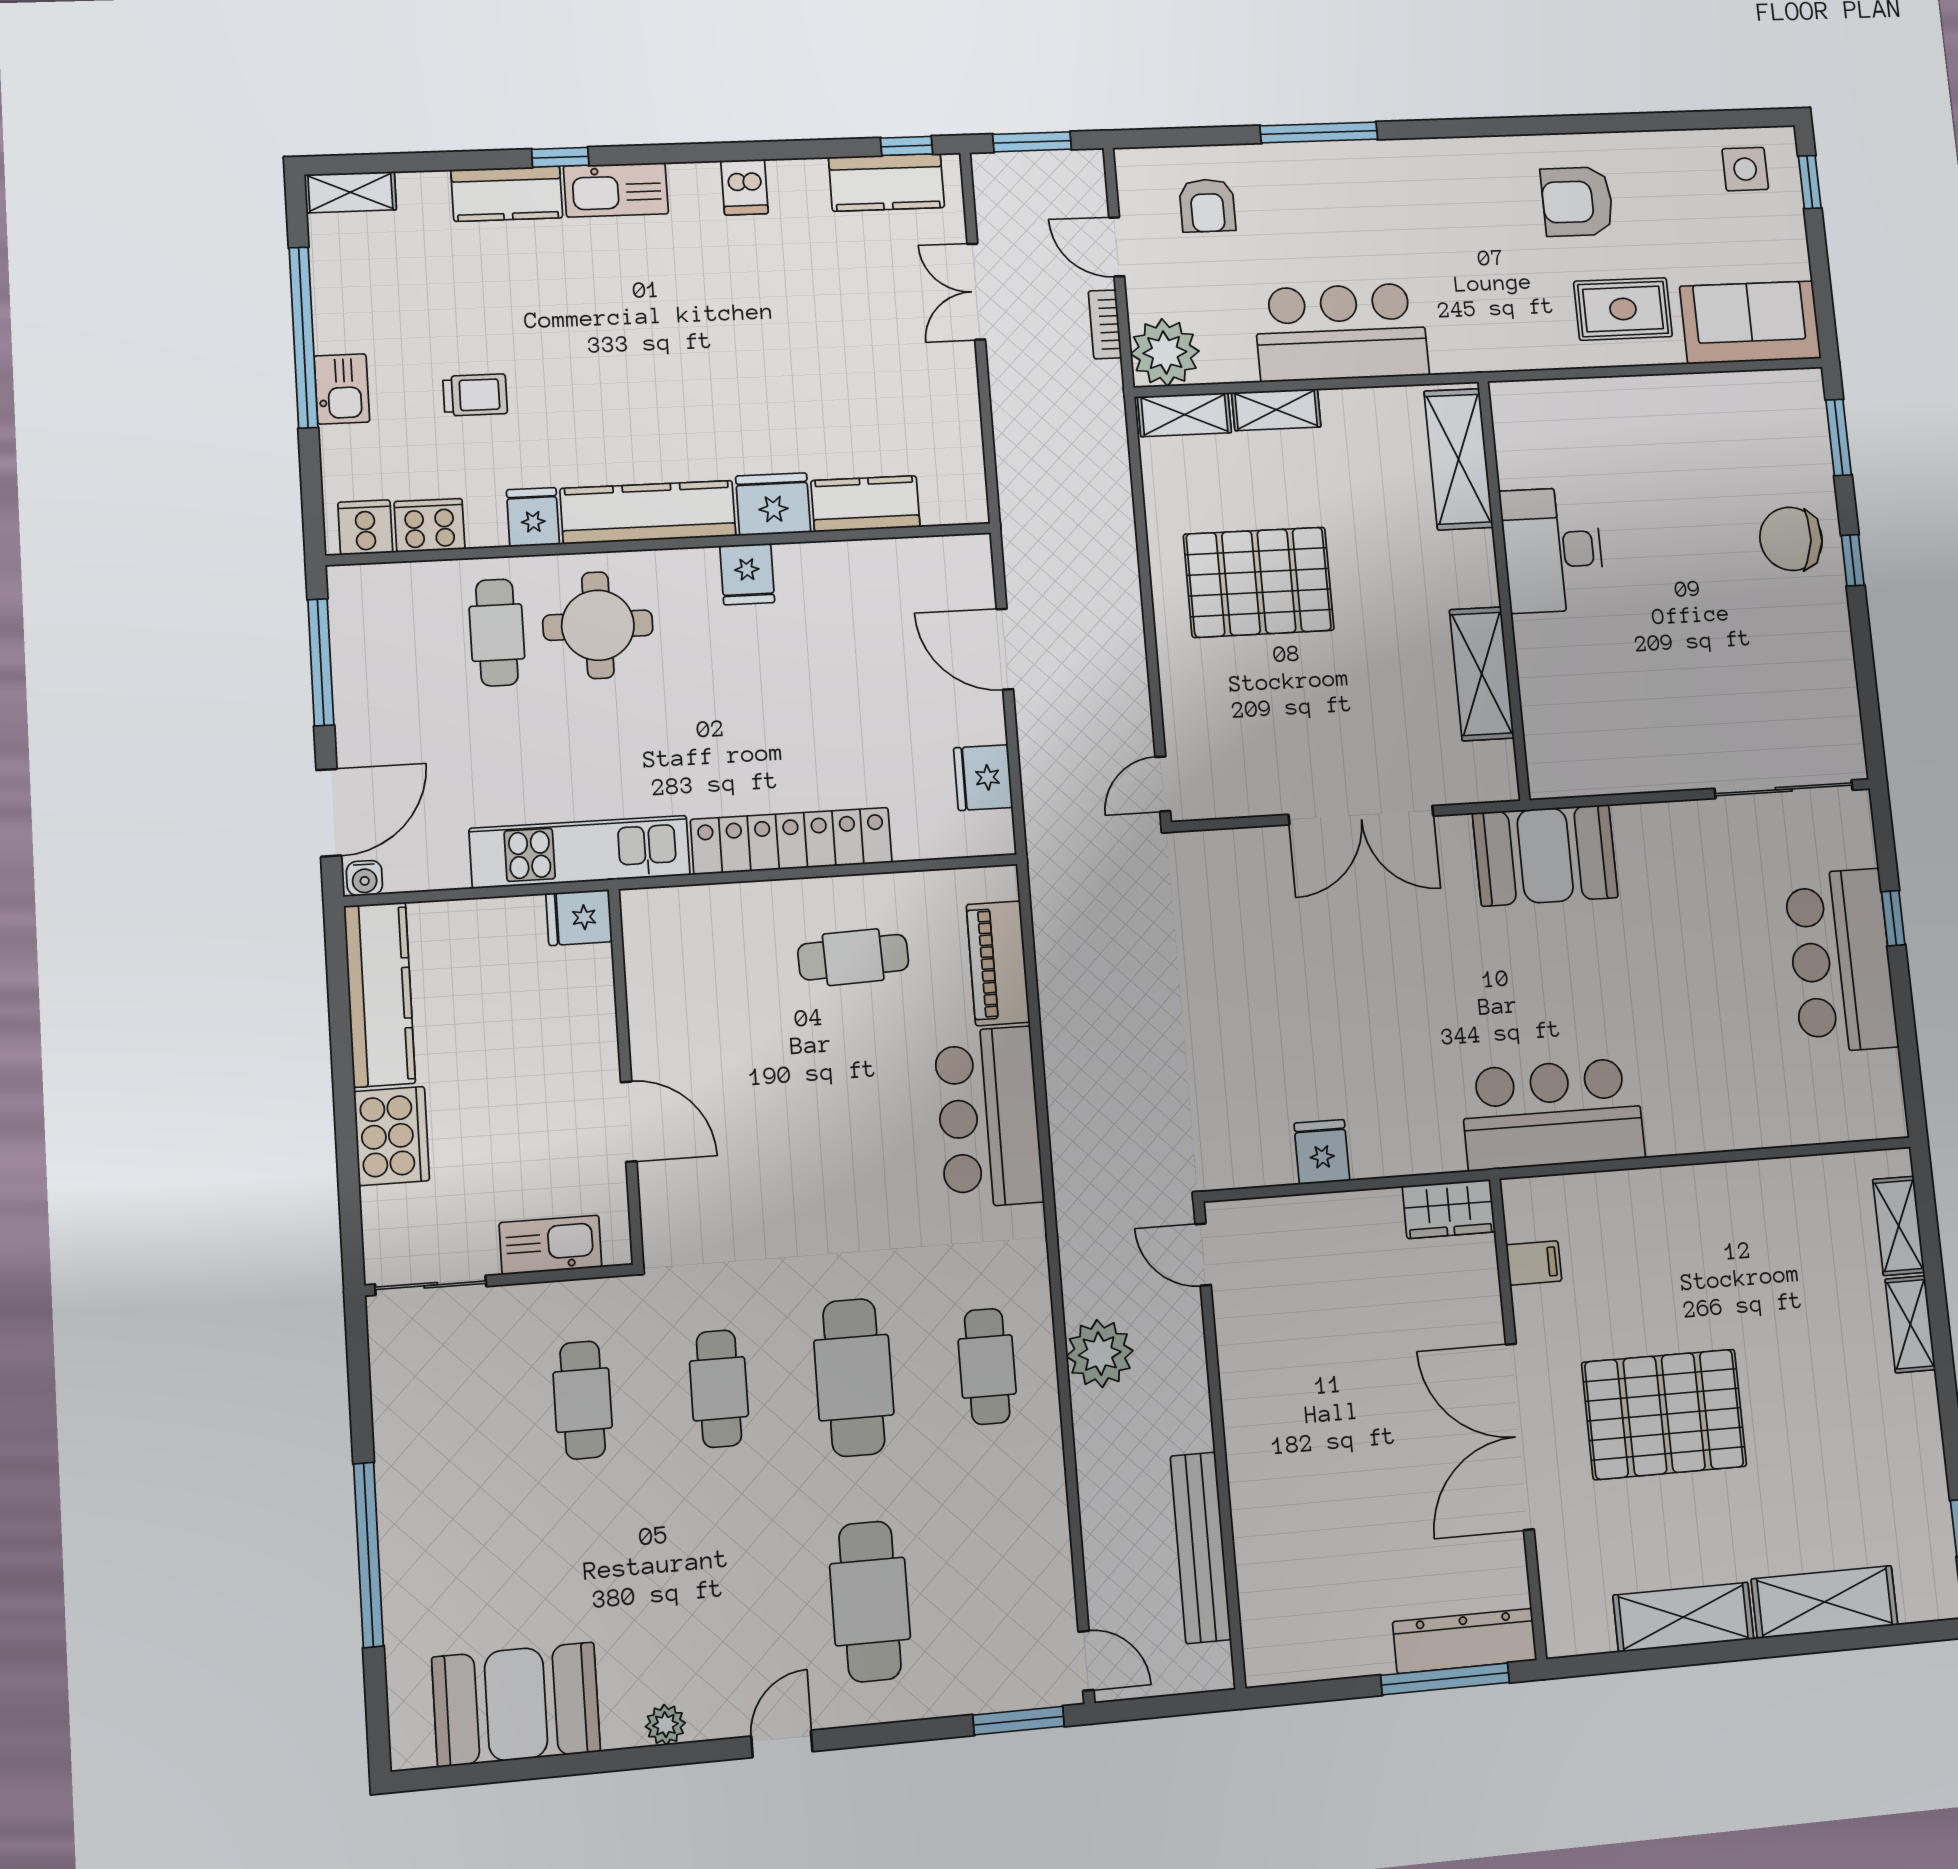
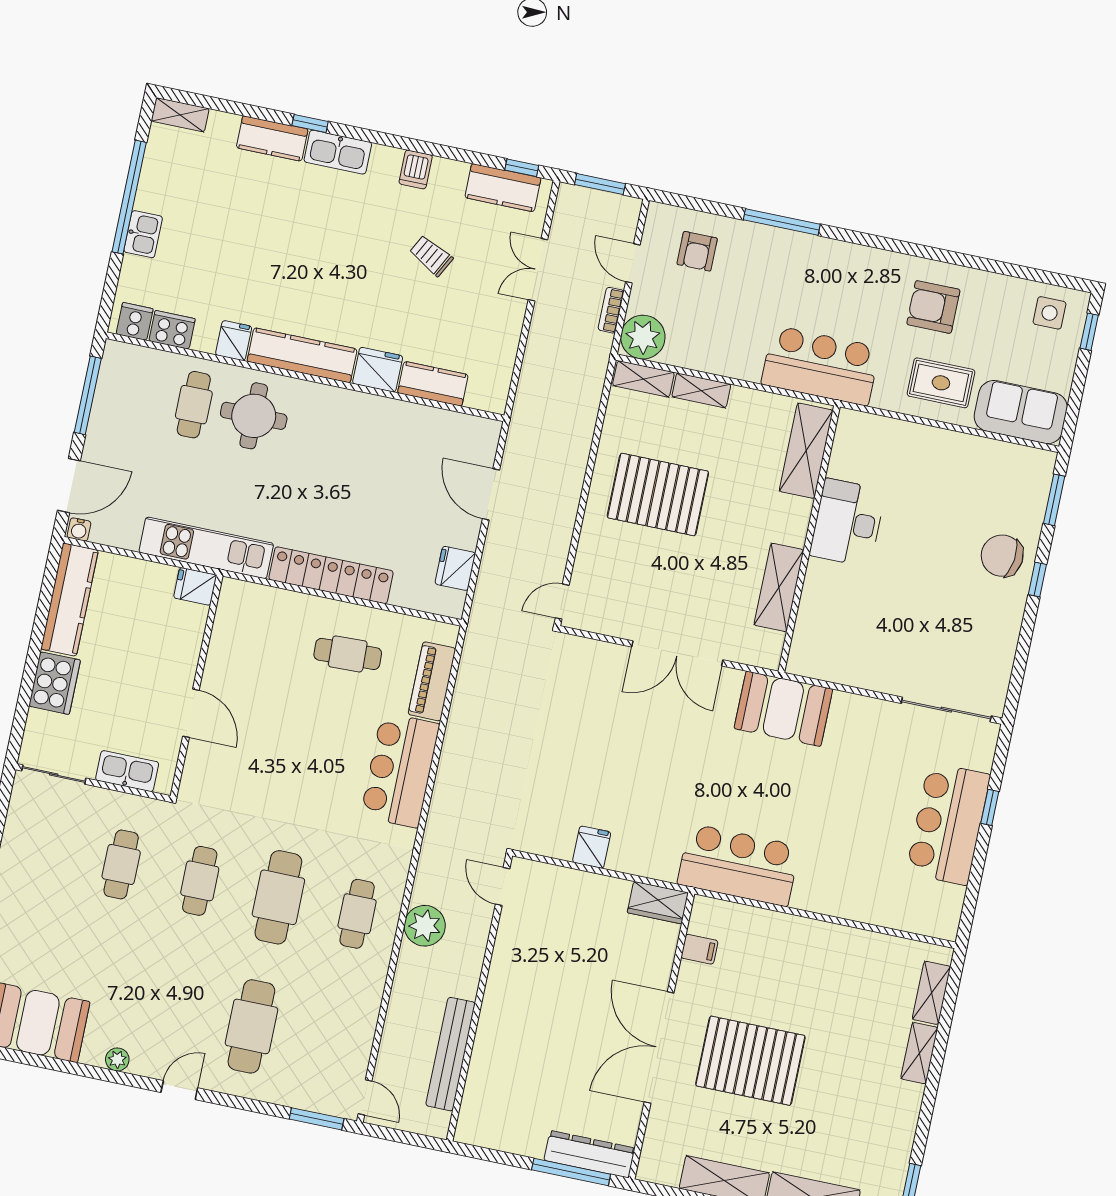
bar counter: (1341, 332) -> (820, 366), moved
trolley: (475, 395) -> (431, 256), moved, turned -152
fridge: (747, 574) -> (350, 408), removed

